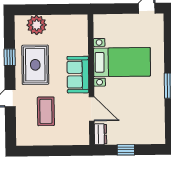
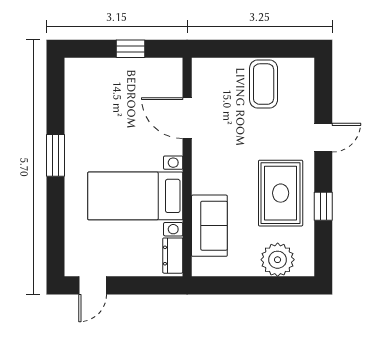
sofa: (78, 75) -> (209, 226), moved
coffee table: (46, 111) -> (264, 84), moved
dresser: (101, 134) -> (173, 256), moved

